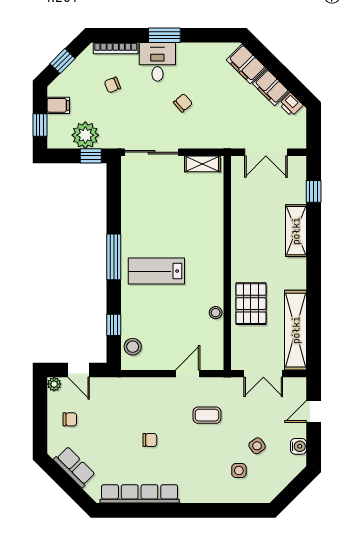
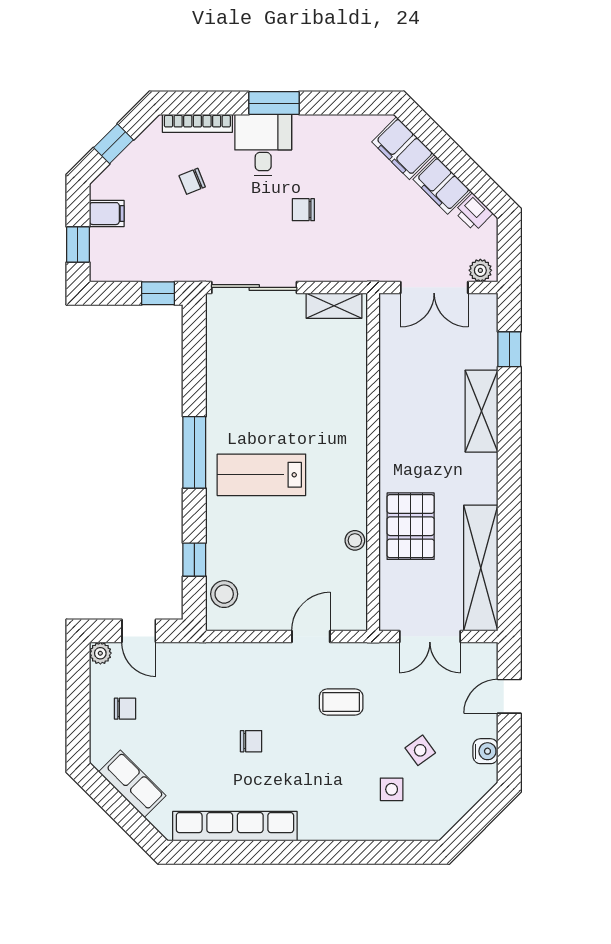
chair: (183, 103) -> (303, 210), turned -139
plant: (85, 135) -> (480, 270), moved, width x0.53, depth x0.53

